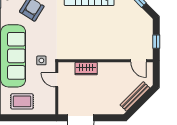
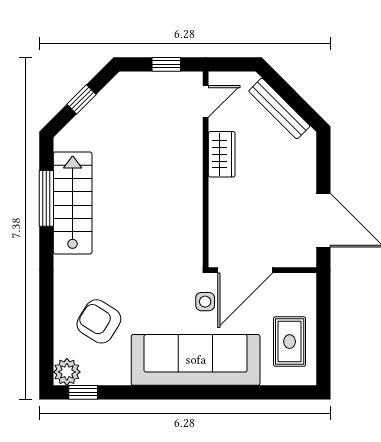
wardrobe: (86, 69) -> (222, 154), moved
door: (57, 80) -> (245, 270), width x1.88

